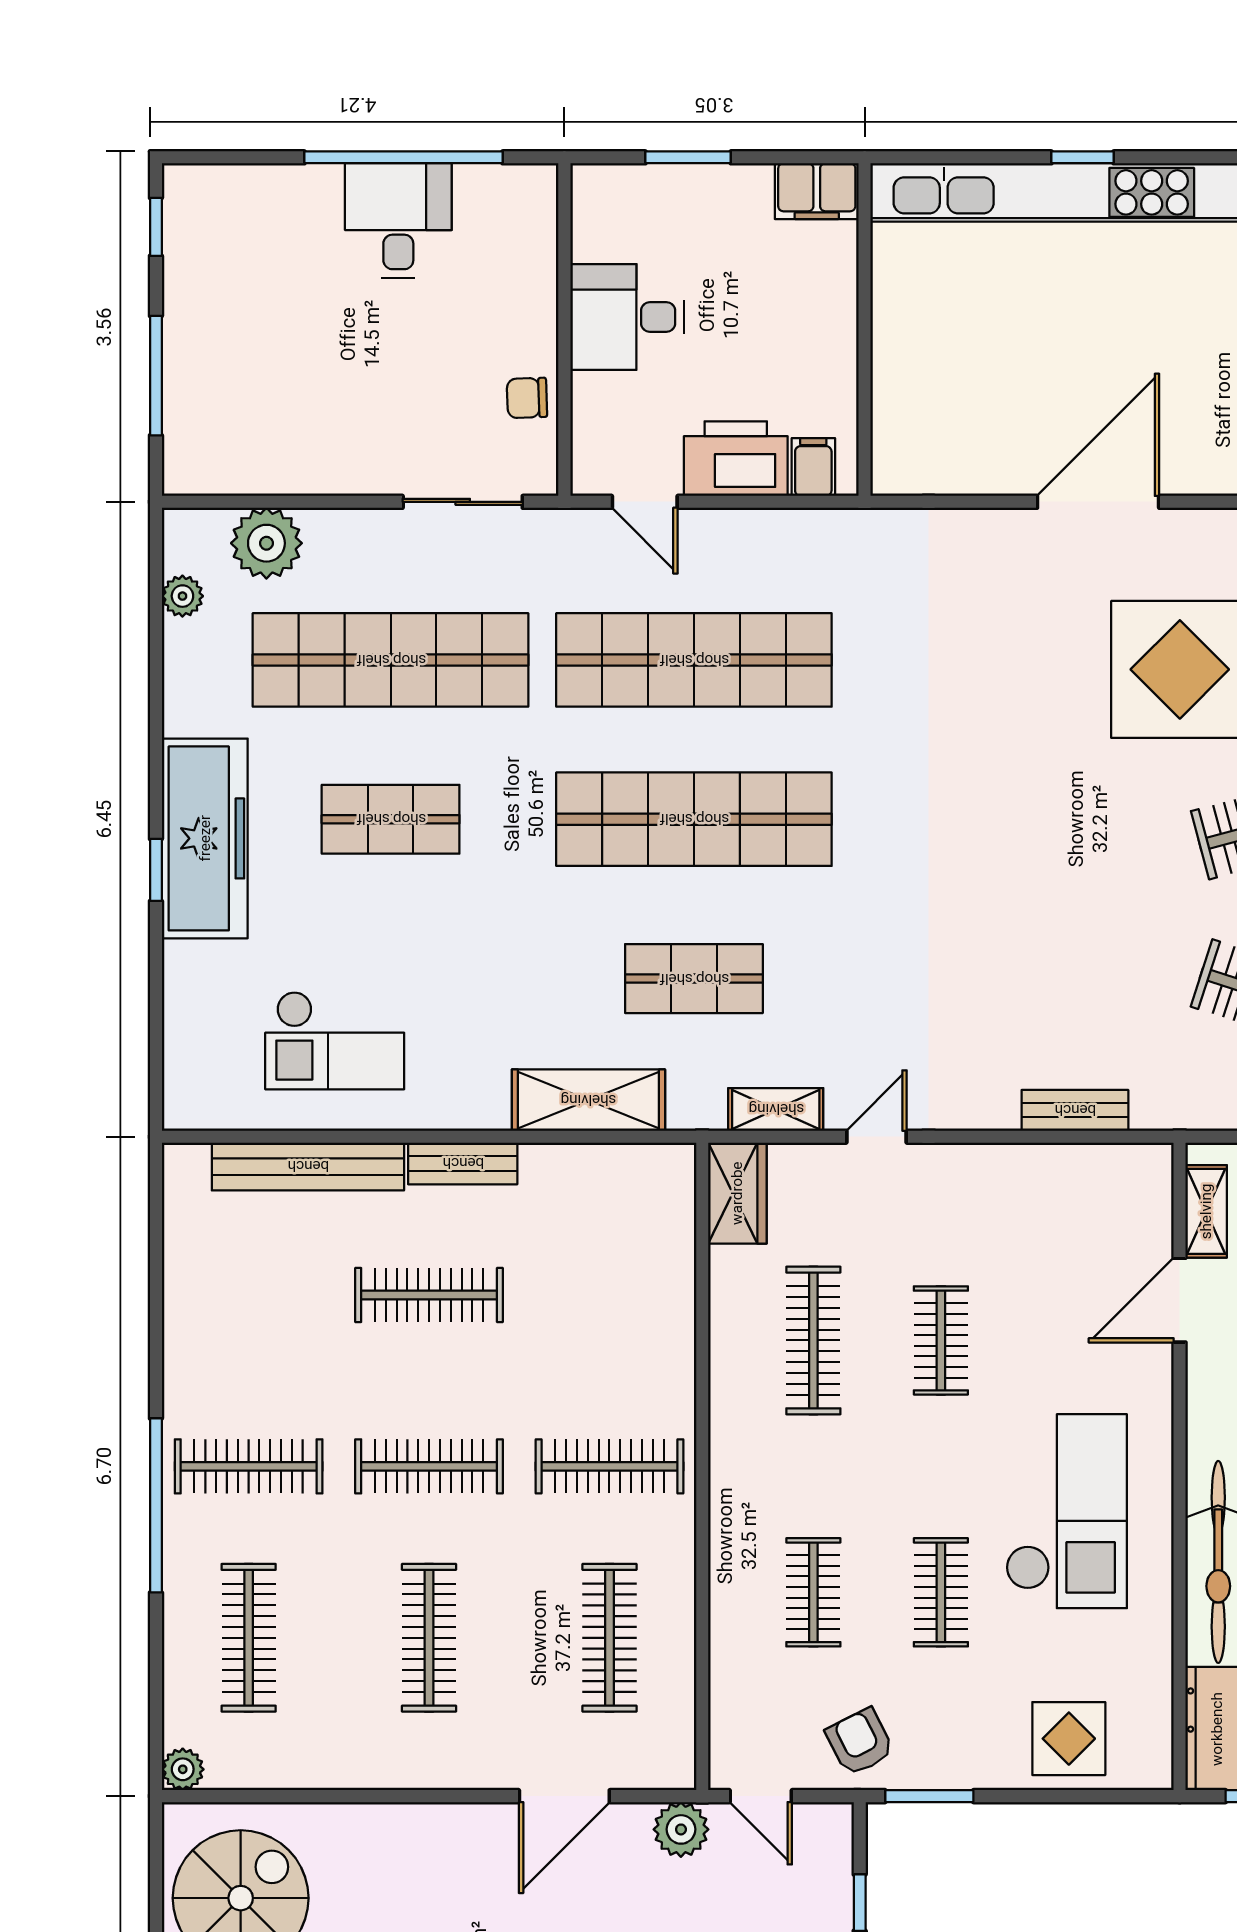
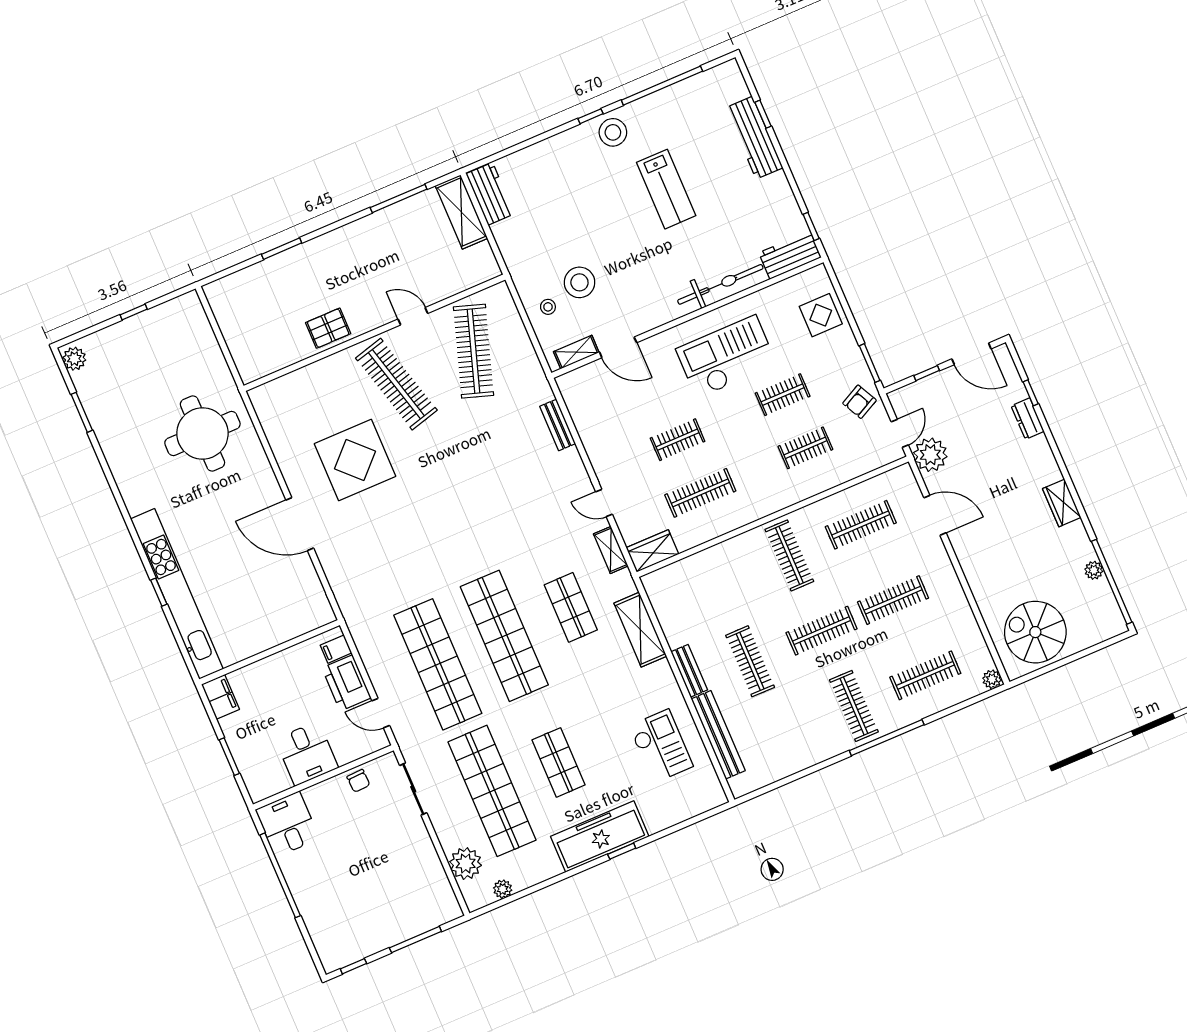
desk: (398, 221) -> (287, 824), moved, turned 90
door: (645, 502) -> (381, 713), swing flipped
clothes rail: (429, 1466) -> (822, 631), turned 90
plant: (681, 1829) -> (930, 455), width x1.36, depth x1.36

